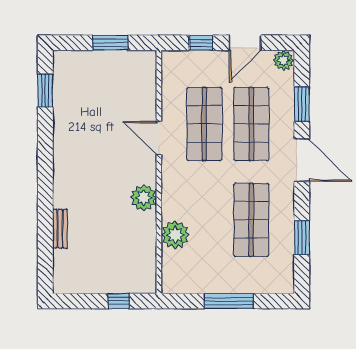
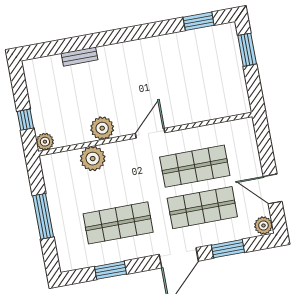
window: (110, 43) -> (247, 50), moved
window: (201, 43) -> (266, 150), removed
door: (159, 138) -> (150, 133), moved
plant: (144, 198) -> (102, 128), moved
plant: (147, 284) -> (45, 142), added

